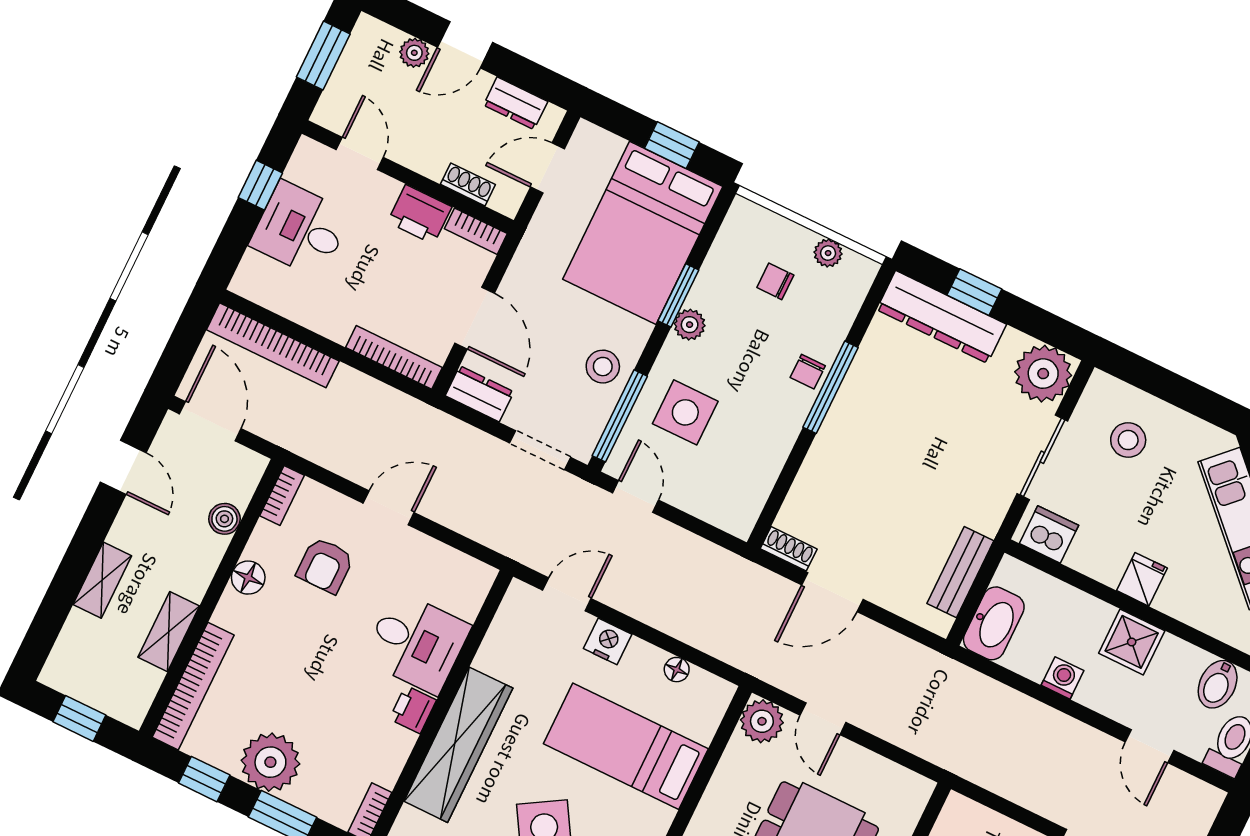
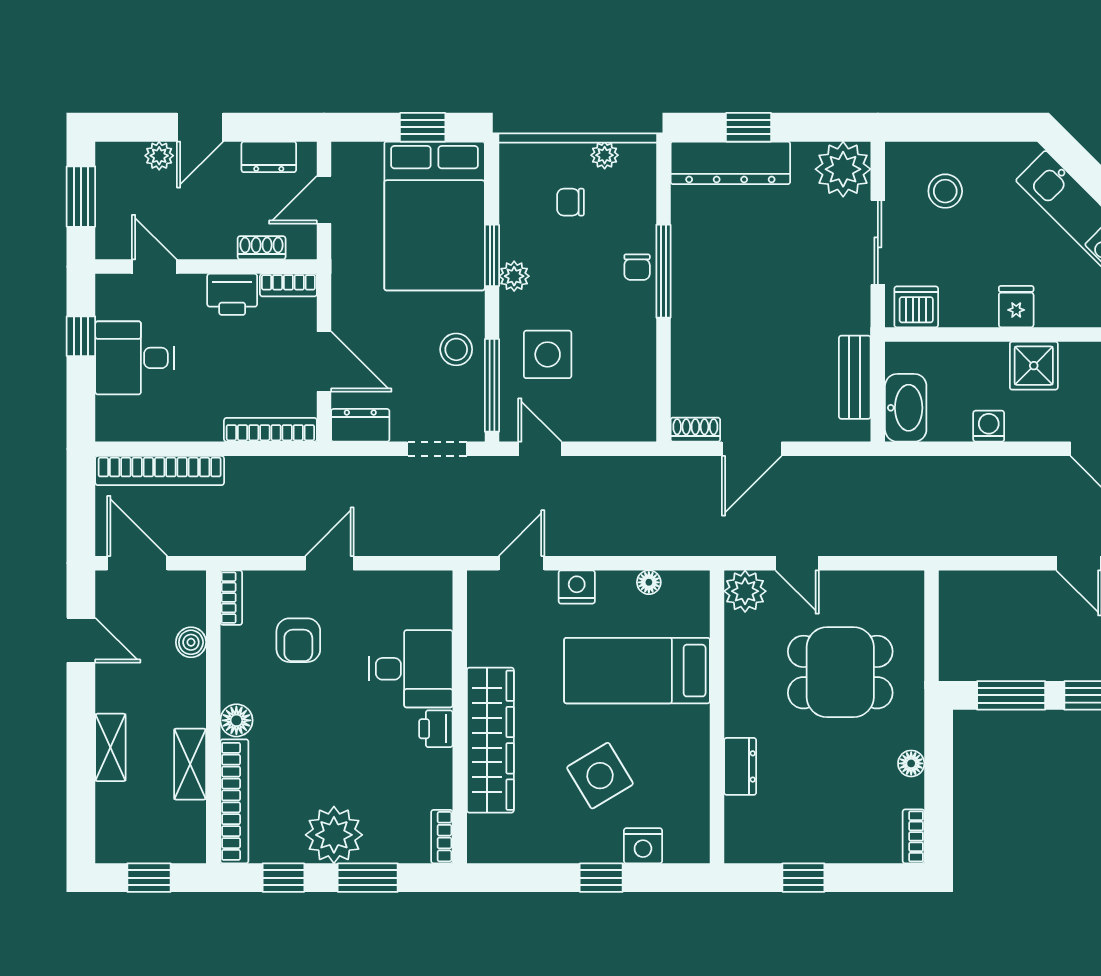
floor lamp: (248, 578) -> (236, 720), moved

